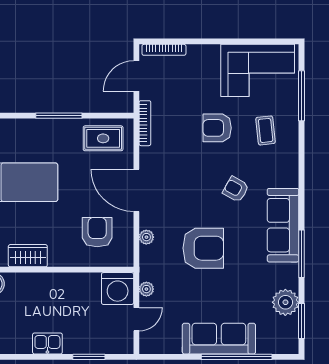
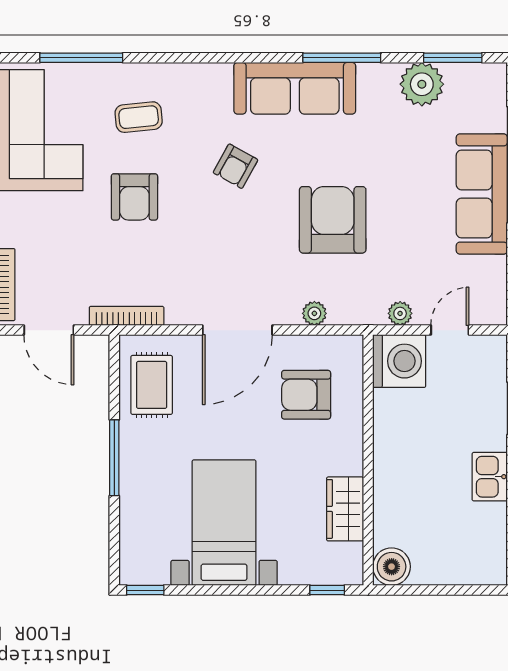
door: (136, 319) -> (450, 330), hinge flipped

